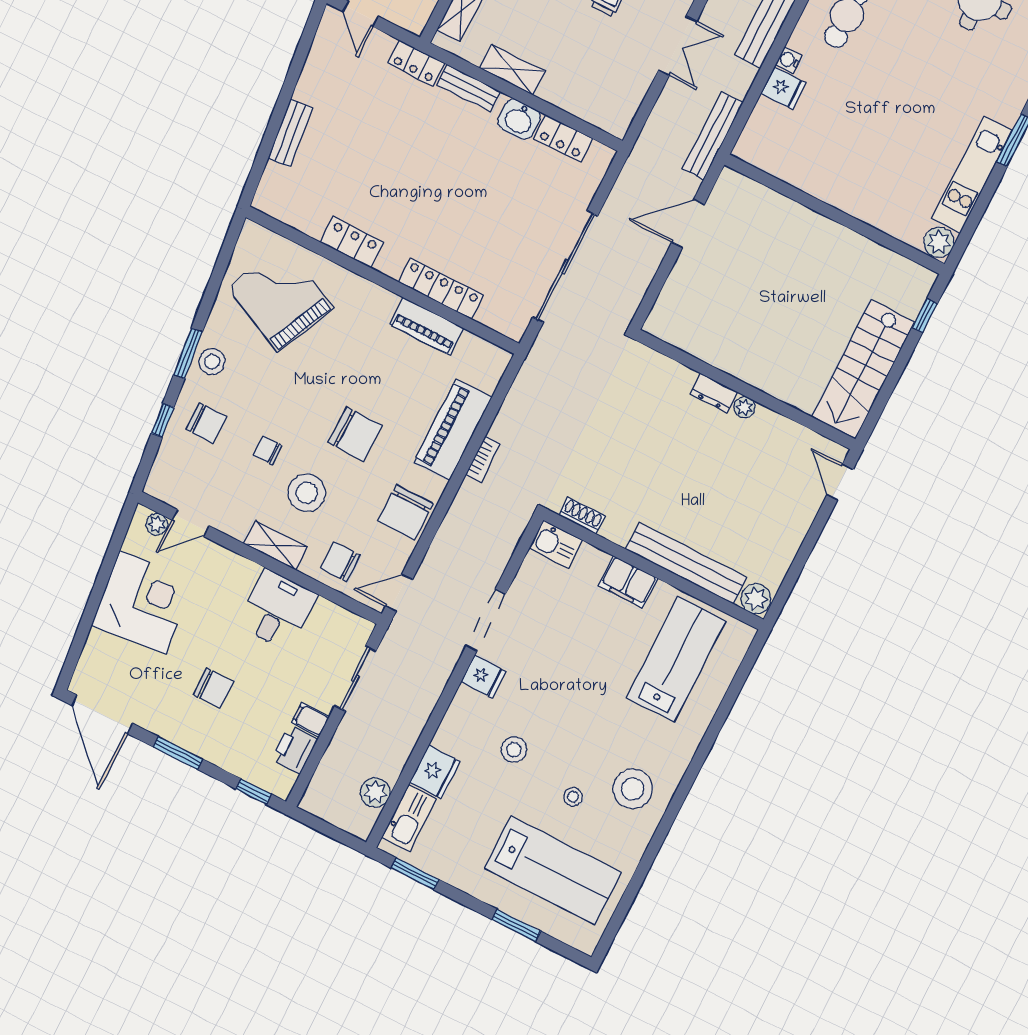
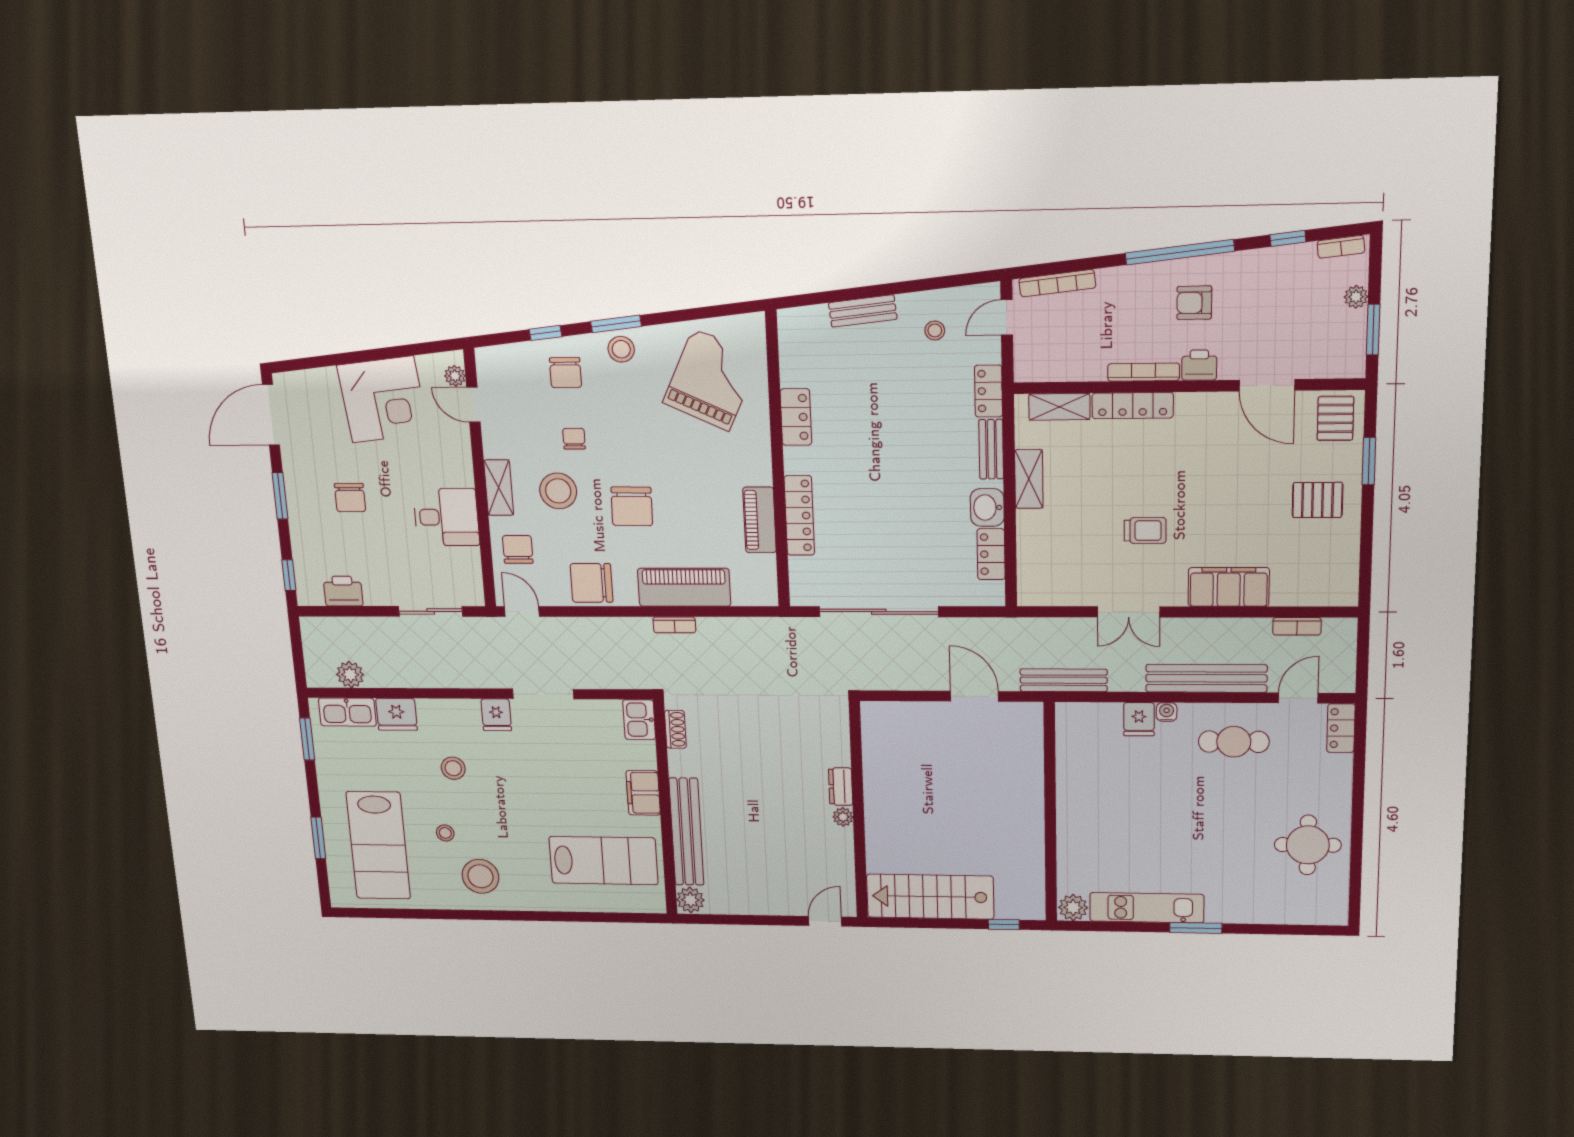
stool: (340, 81) -> (935, 330), added
filing cabinet: (310, 720) -> (375, 592), removed

